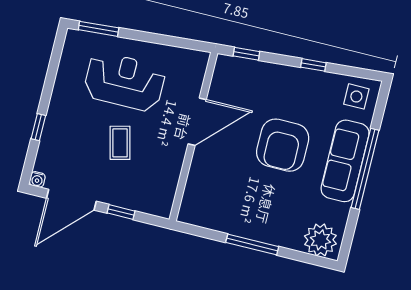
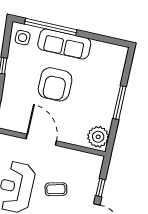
armchair: (283, 145) -> (55, 84), turned 90
window: (365, 169) -> (51, 27), moved
plant: (320, 240) -> (98, 137), moved

